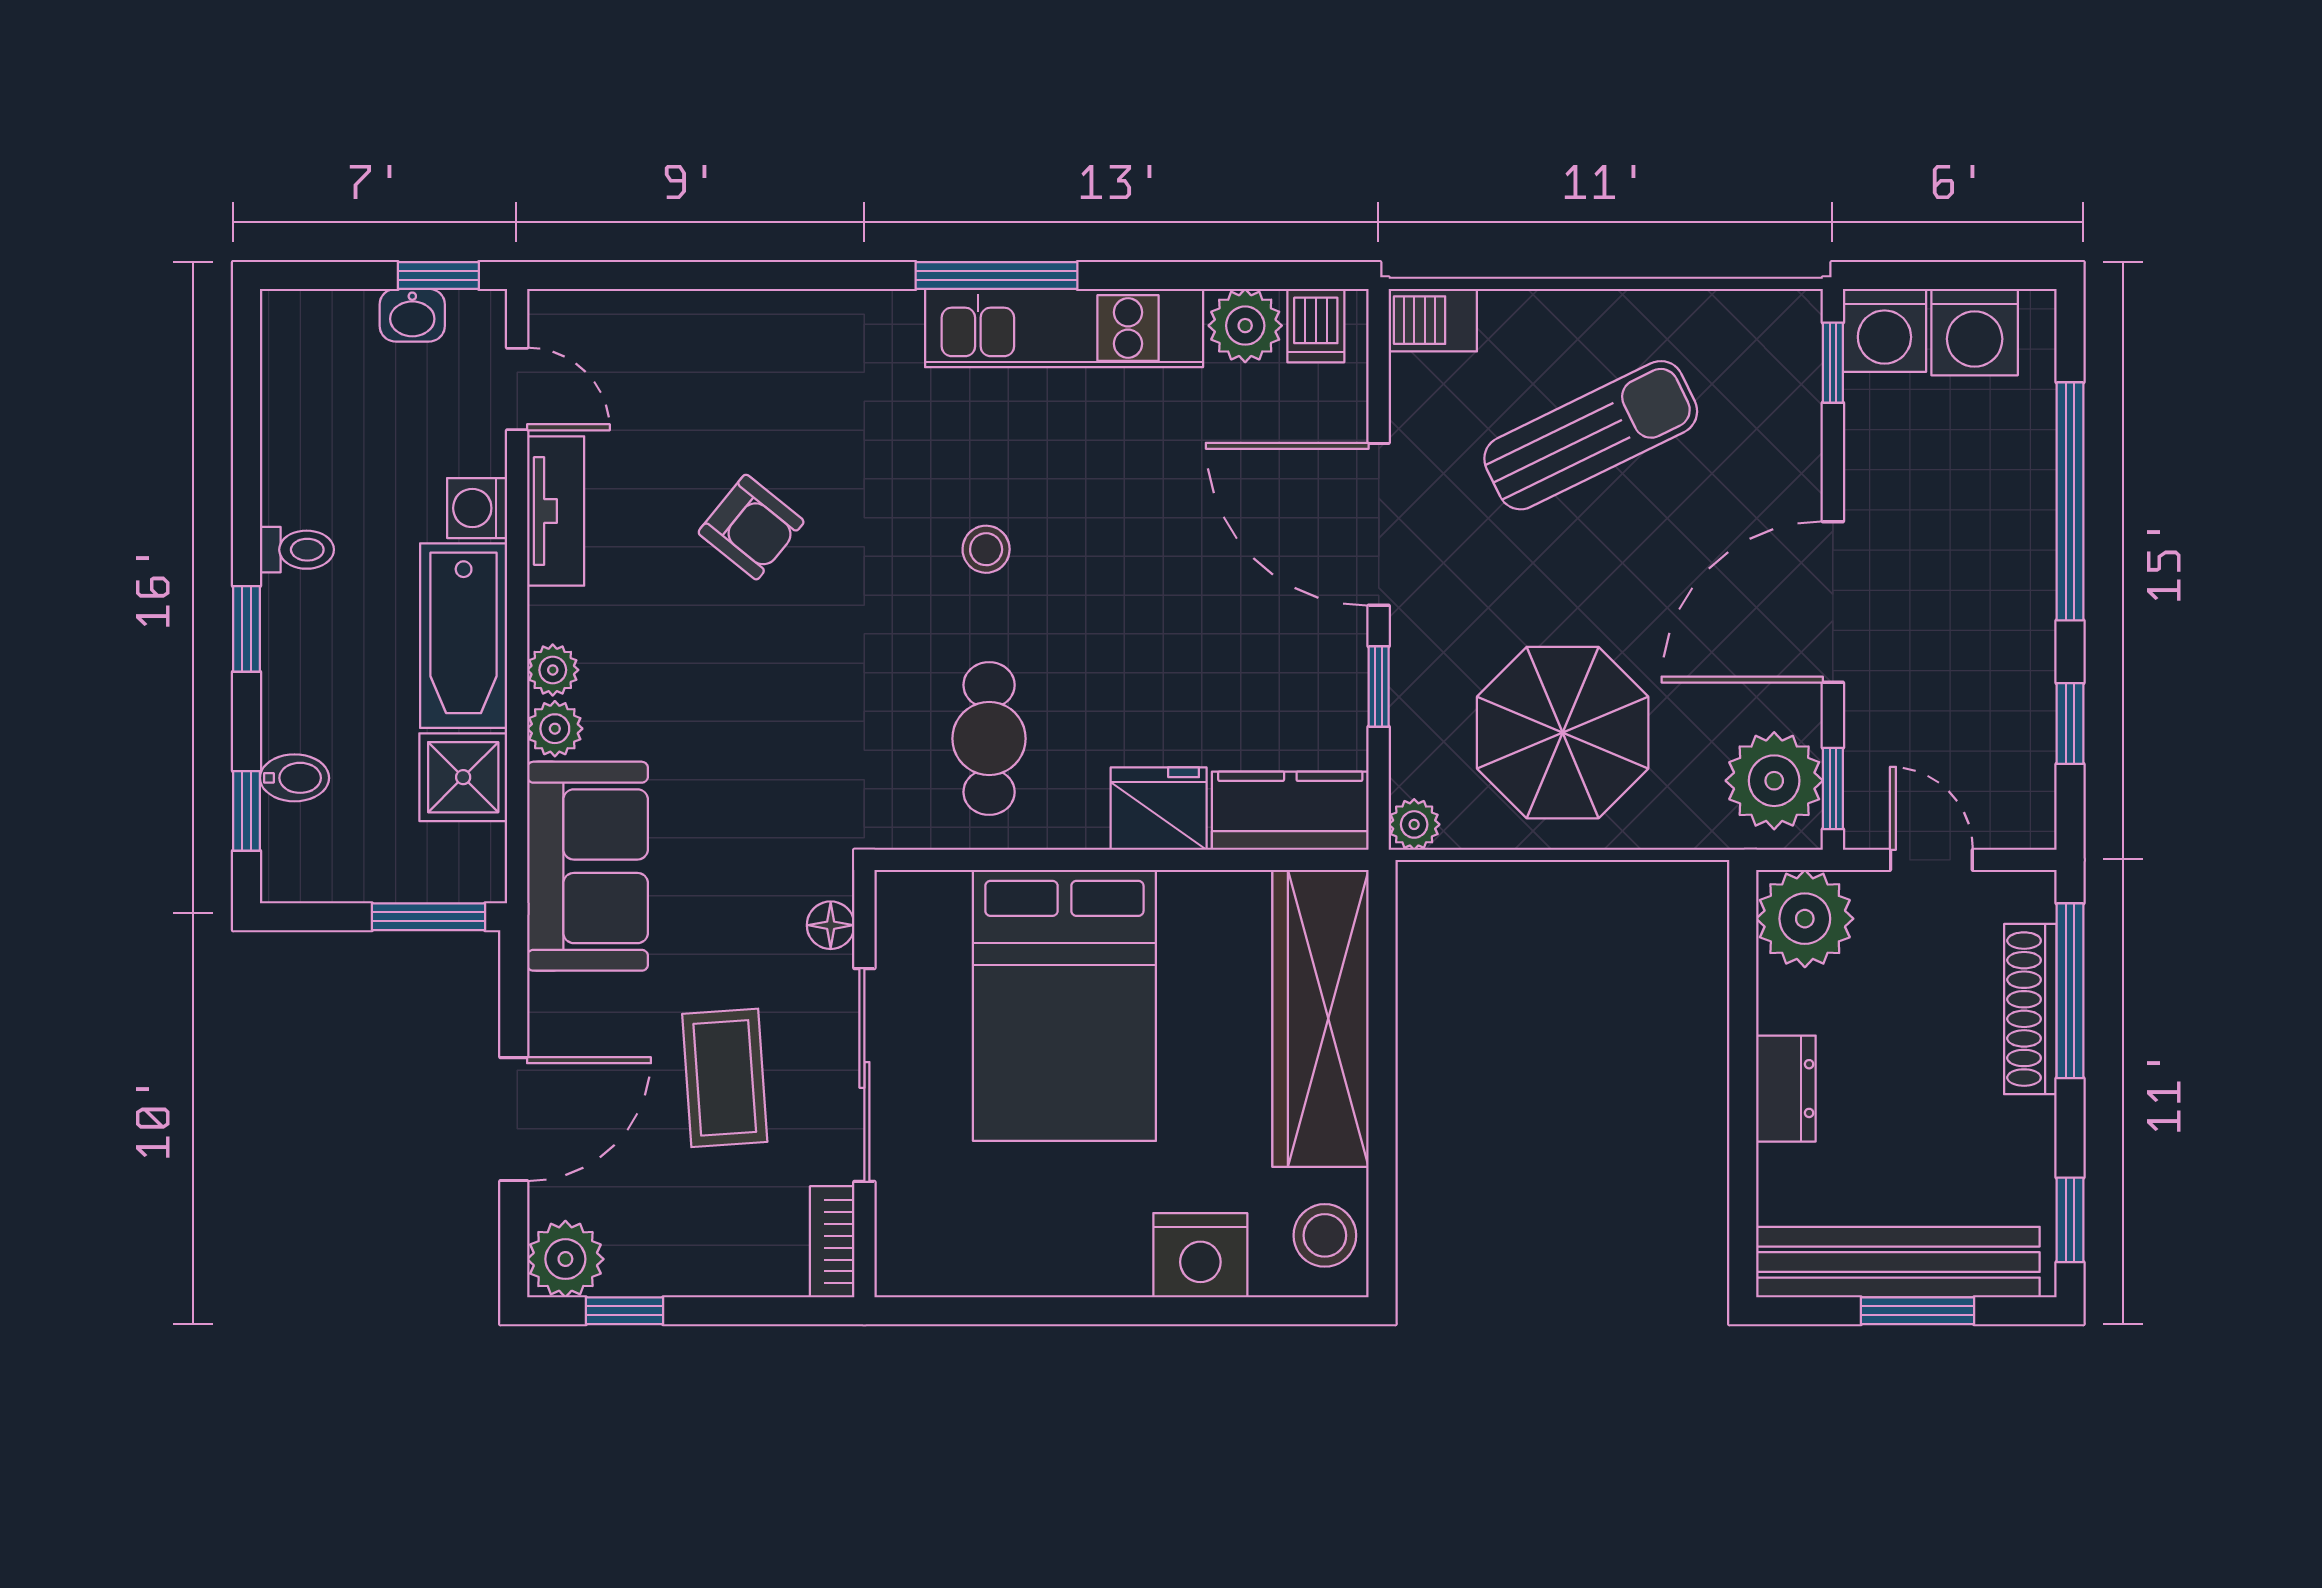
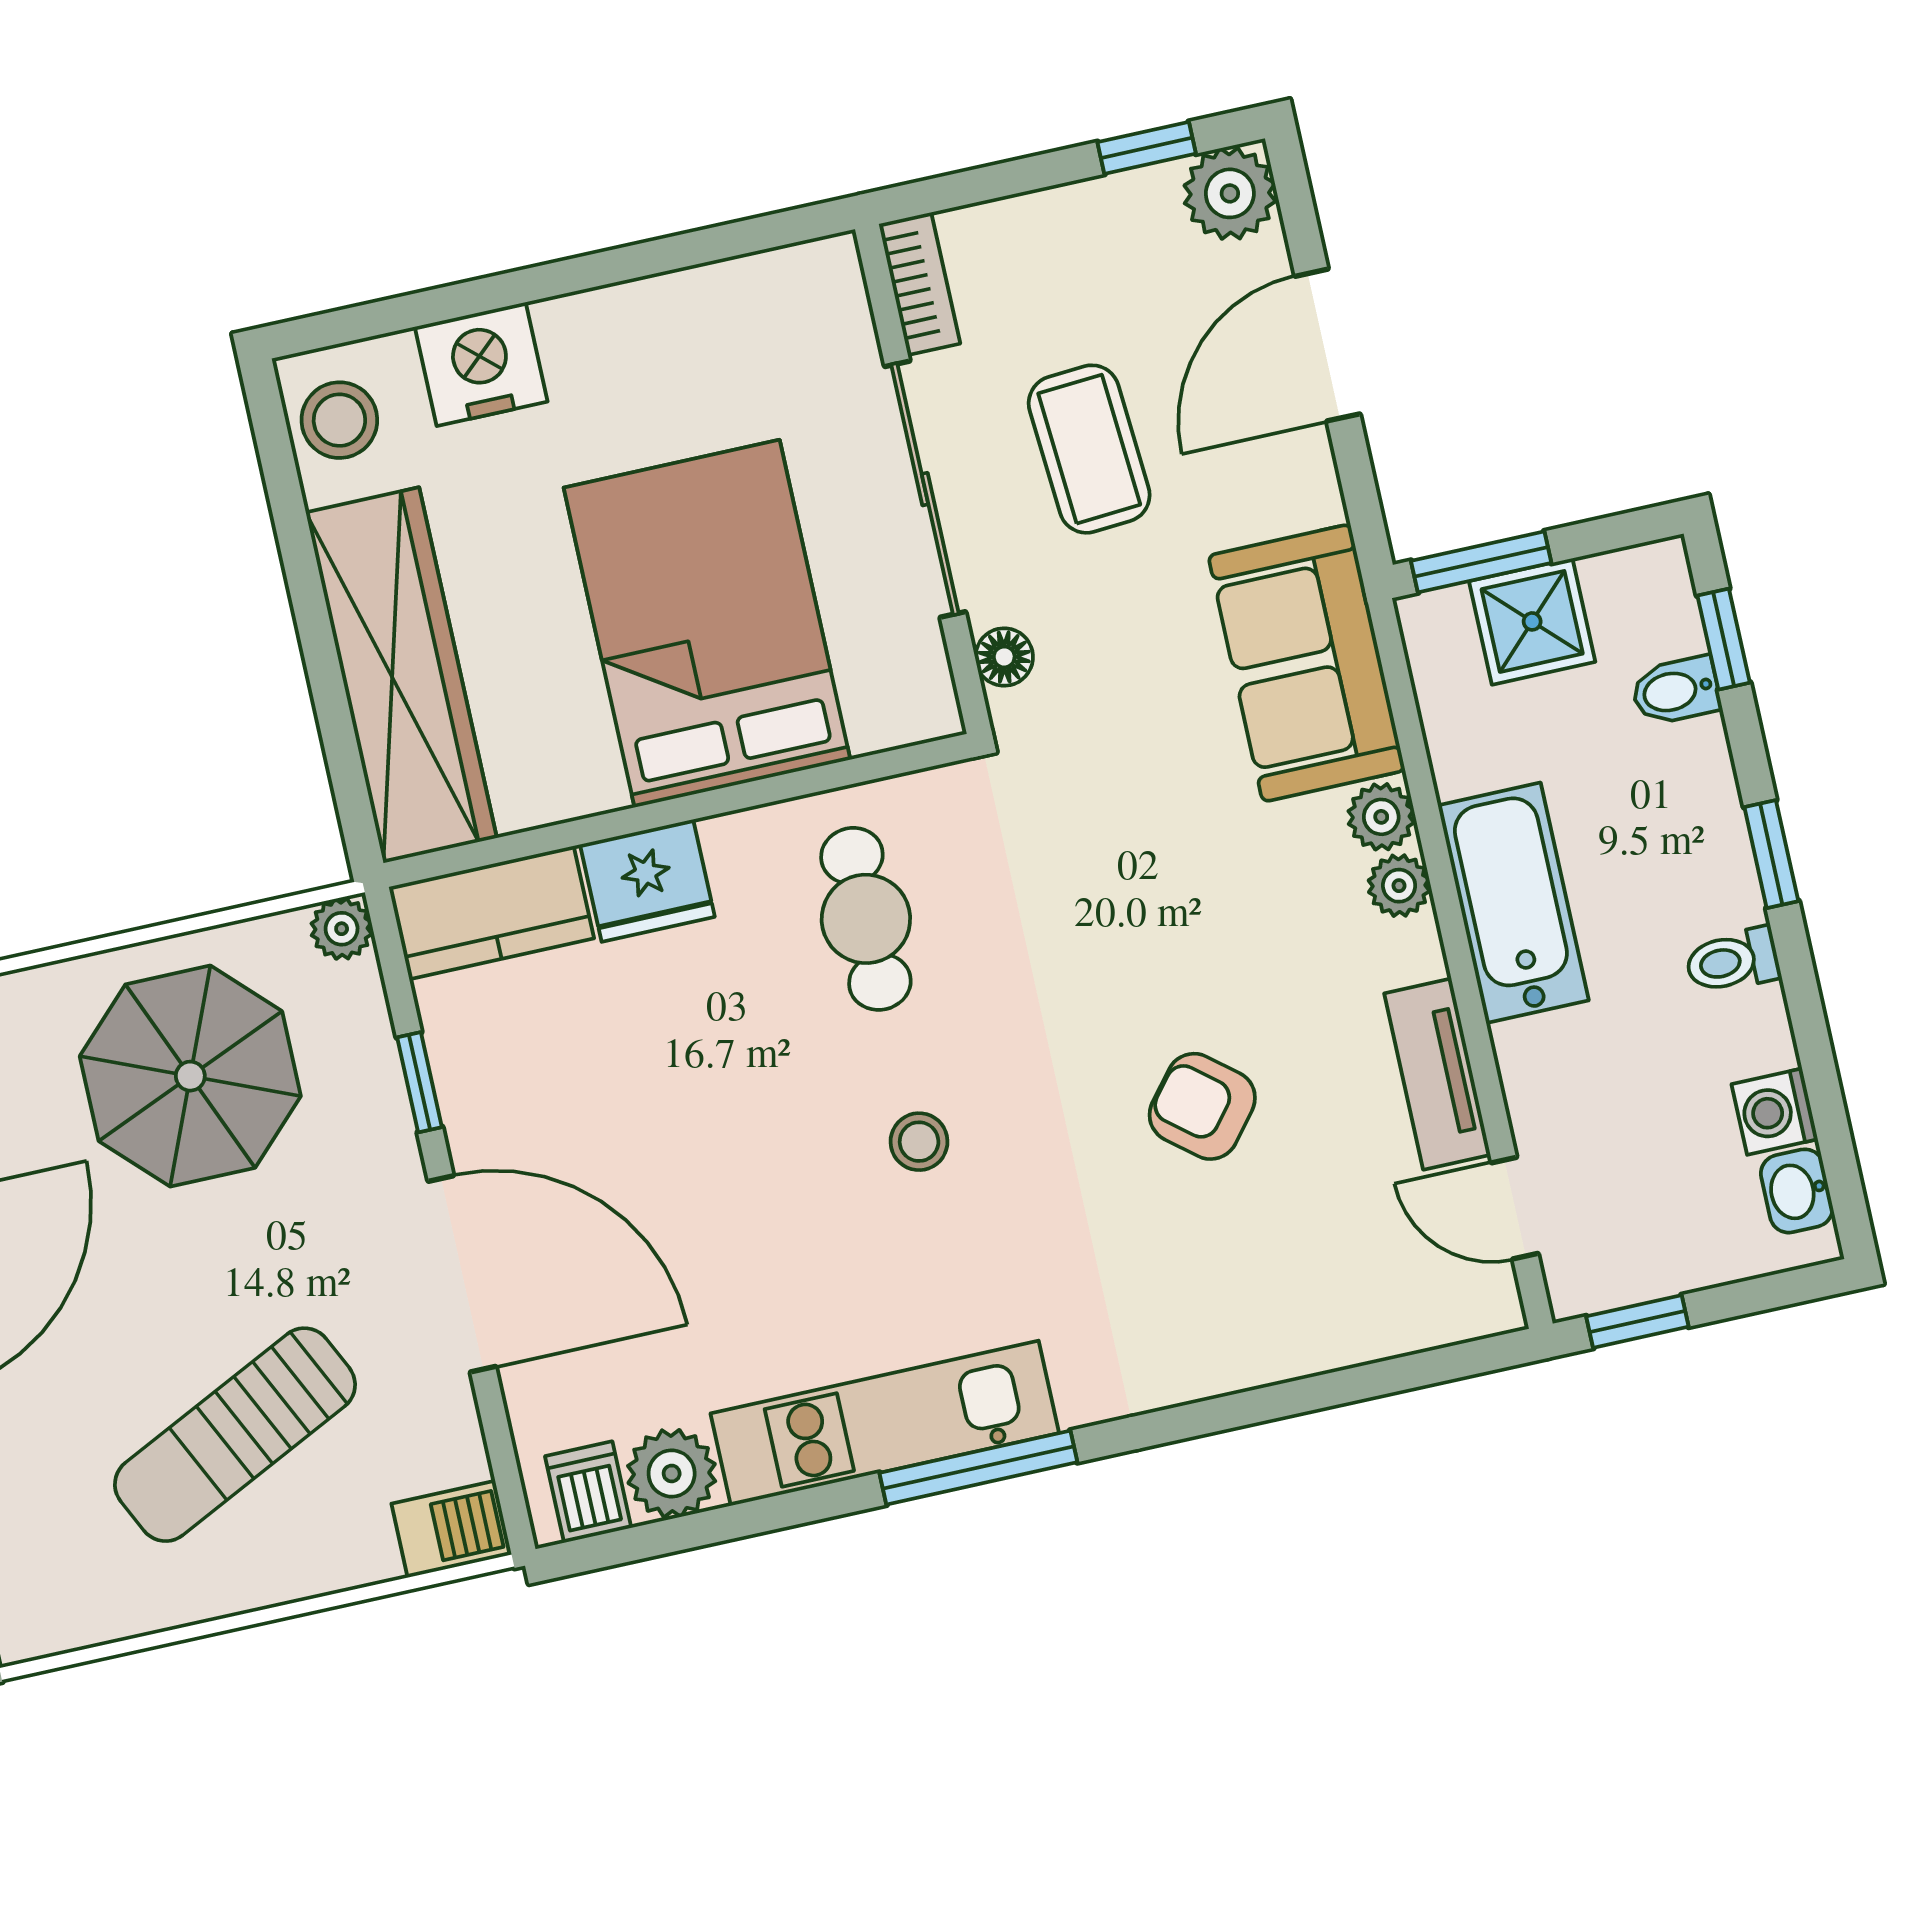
washbasin: (412, 315) -> (1797, 1191), moved, turned -90
washing machine: (477, 508) -> (1775, 1112), moved, turned 180
shower: (463, 777) -> (1532, 621), moved

